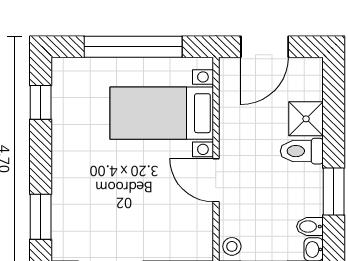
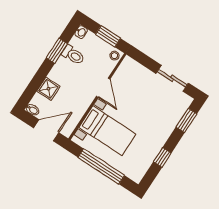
window: (41, 102) -> (162, 157), moved
toilet: (302, 151) -> (73, 55), moved
bidet: (310, 226) -> (32, 110), moved

